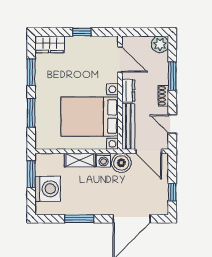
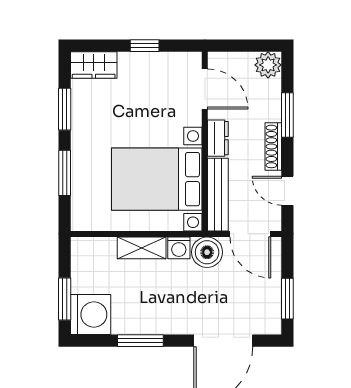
shoe rack: (163, 96) -> (273, 146), width x1.43
window: (31, 174) -> (65, 299), moved
washing machine: (48, 189) -> (91, 315), moved
window: (172, 192) -> (287, 299), width x1.50

